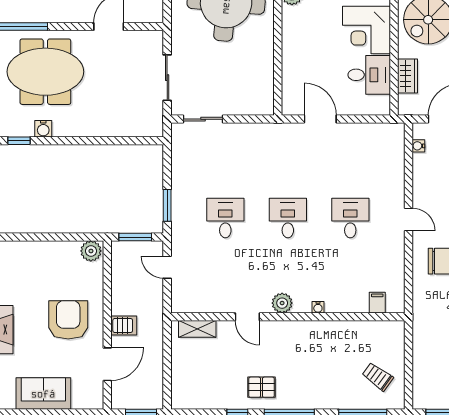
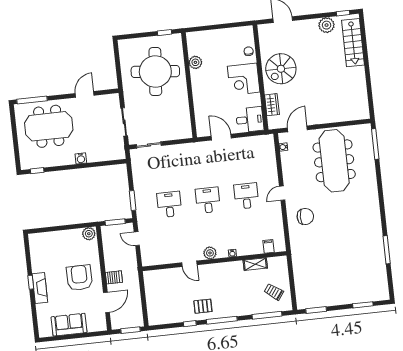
desk: (369, 75) -> (250, 120), moved
water cooler: (43, 129) -> (81, 158), moved
door: (408, 220) -> (282, 193), swing flipped
shelving: (197, 329) -> (255, 264), moved

